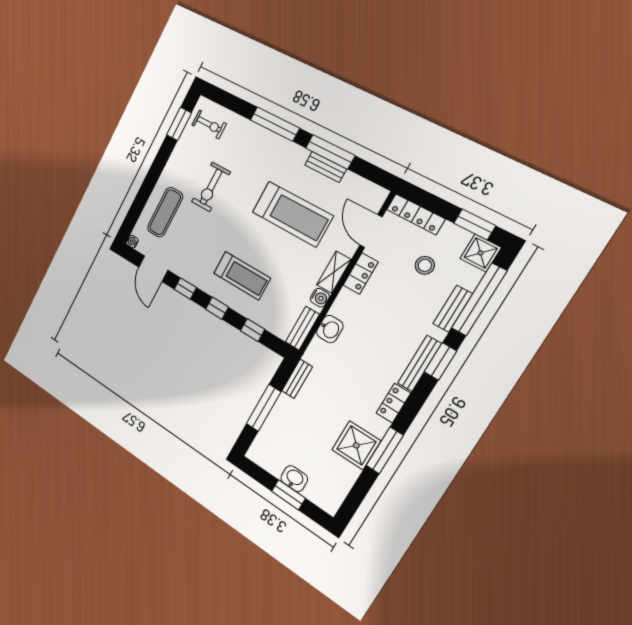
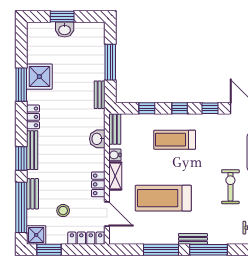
bench: (326, 167) -> (193, 239), moved

